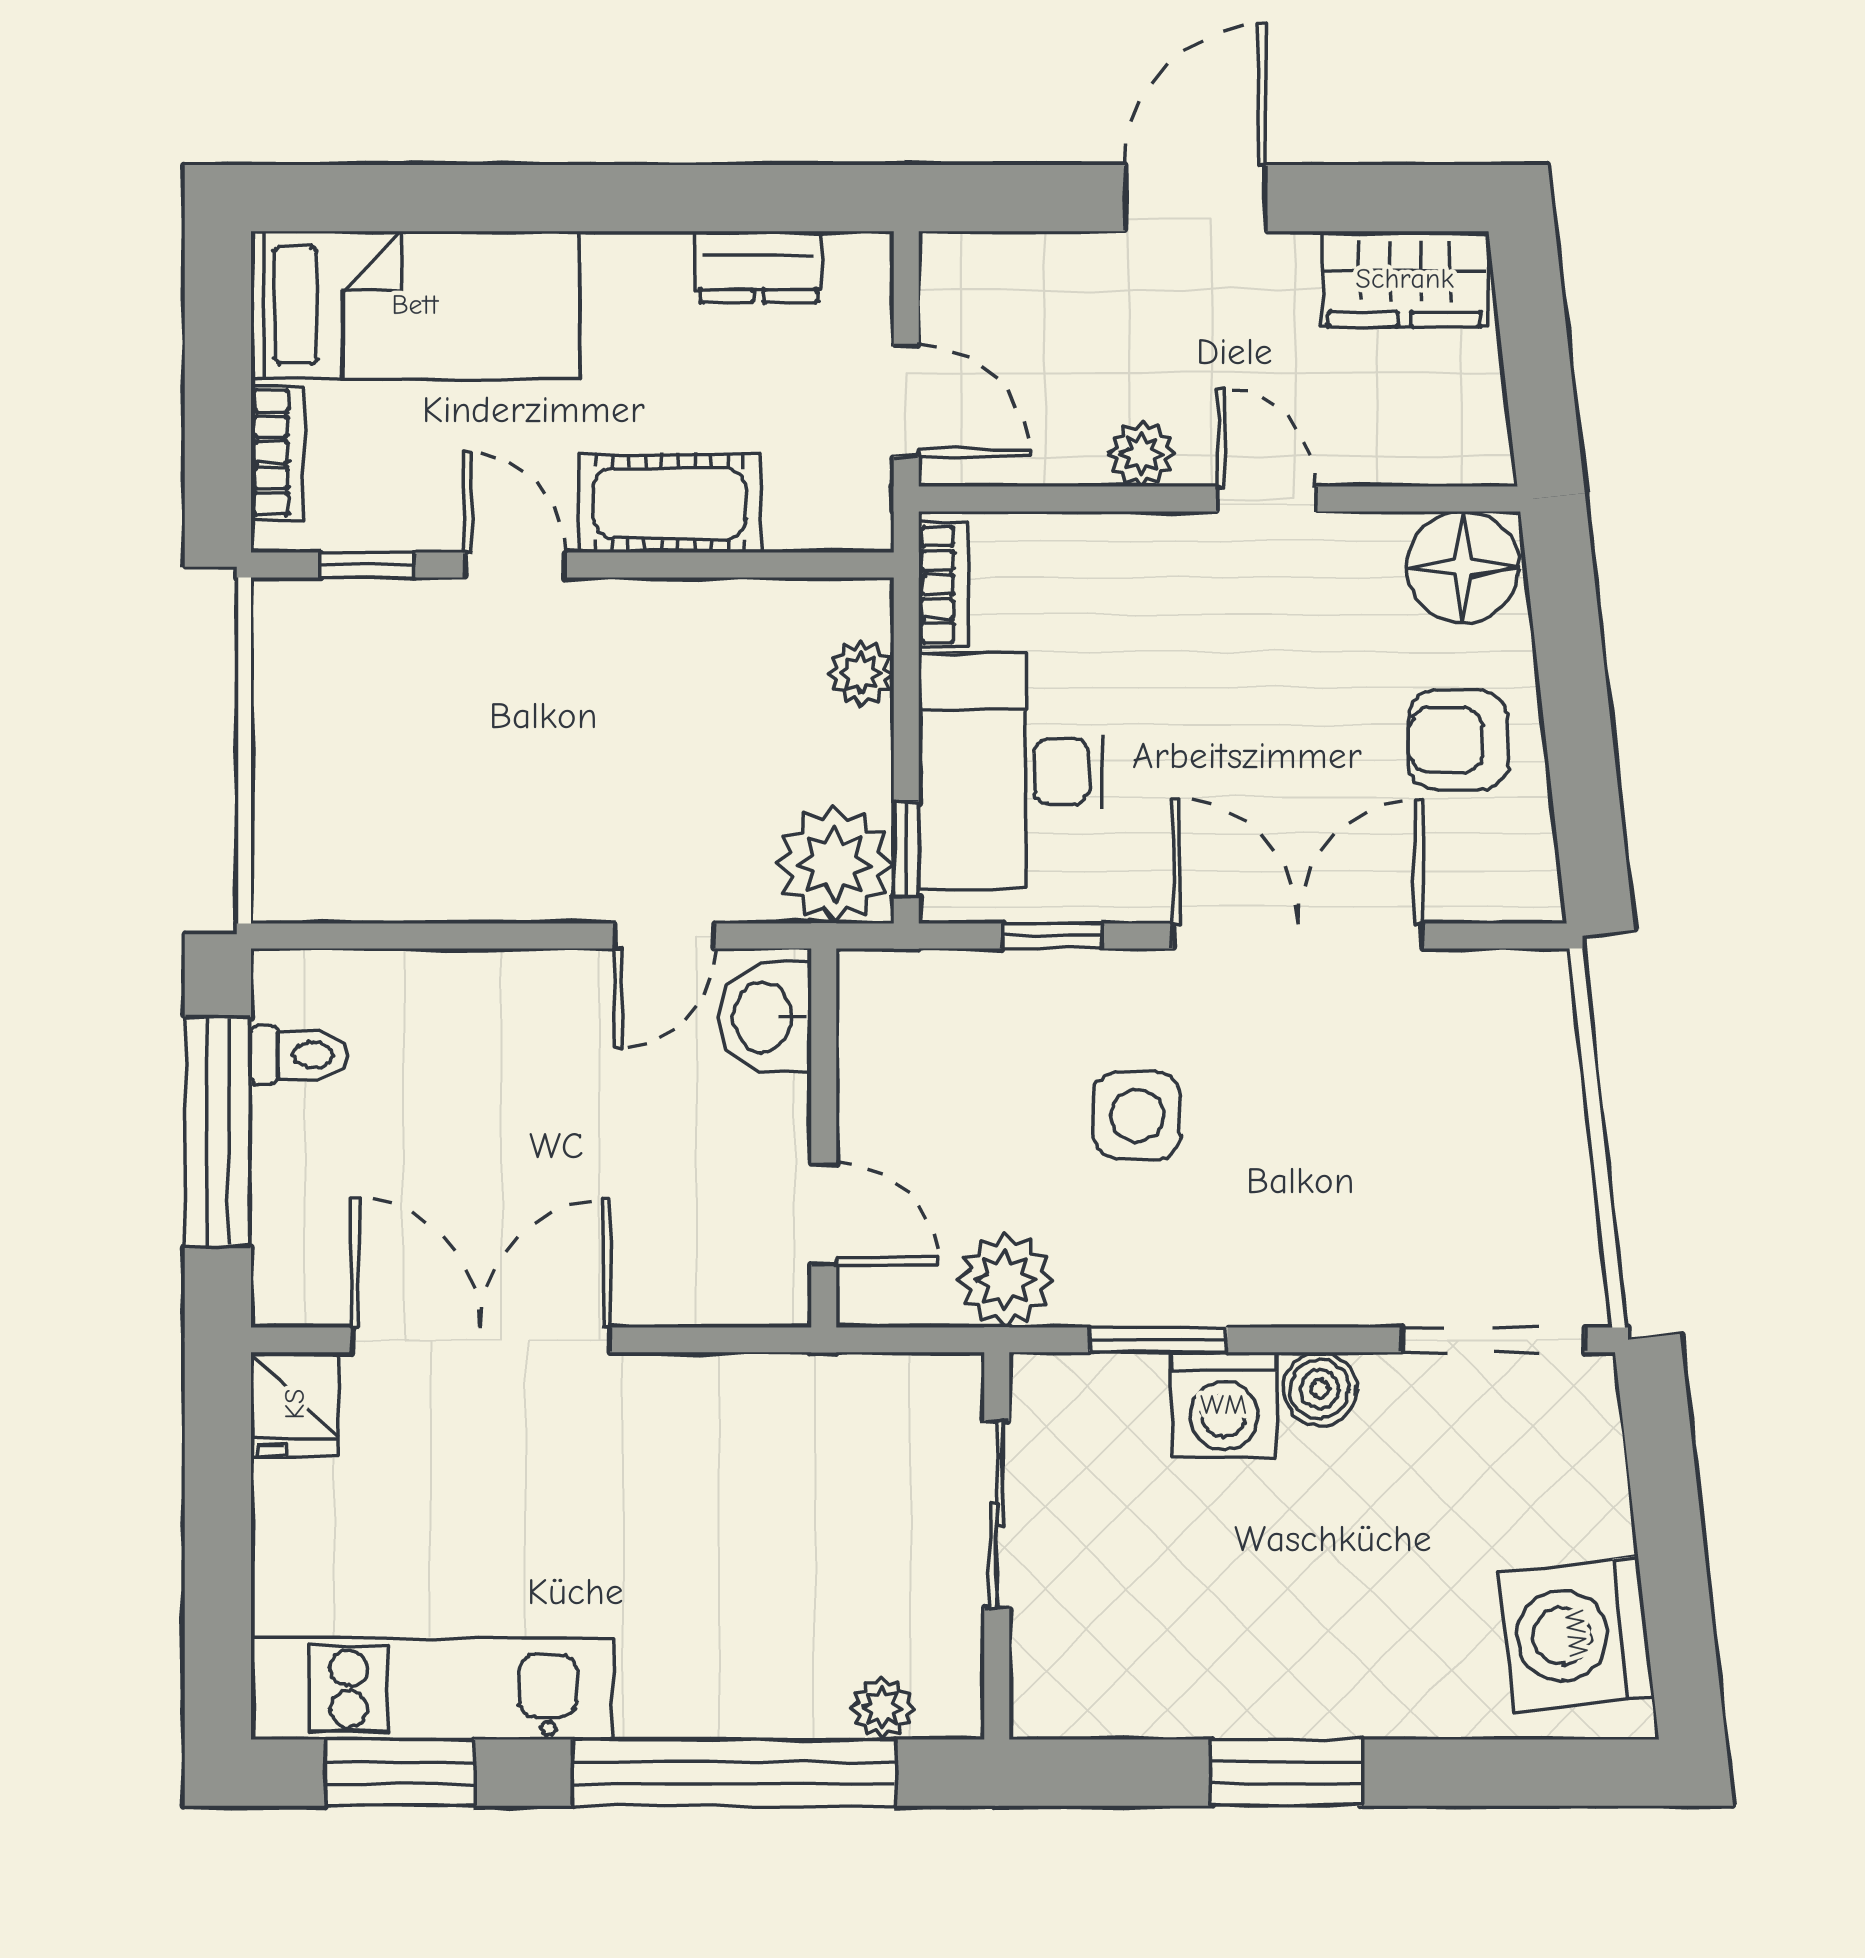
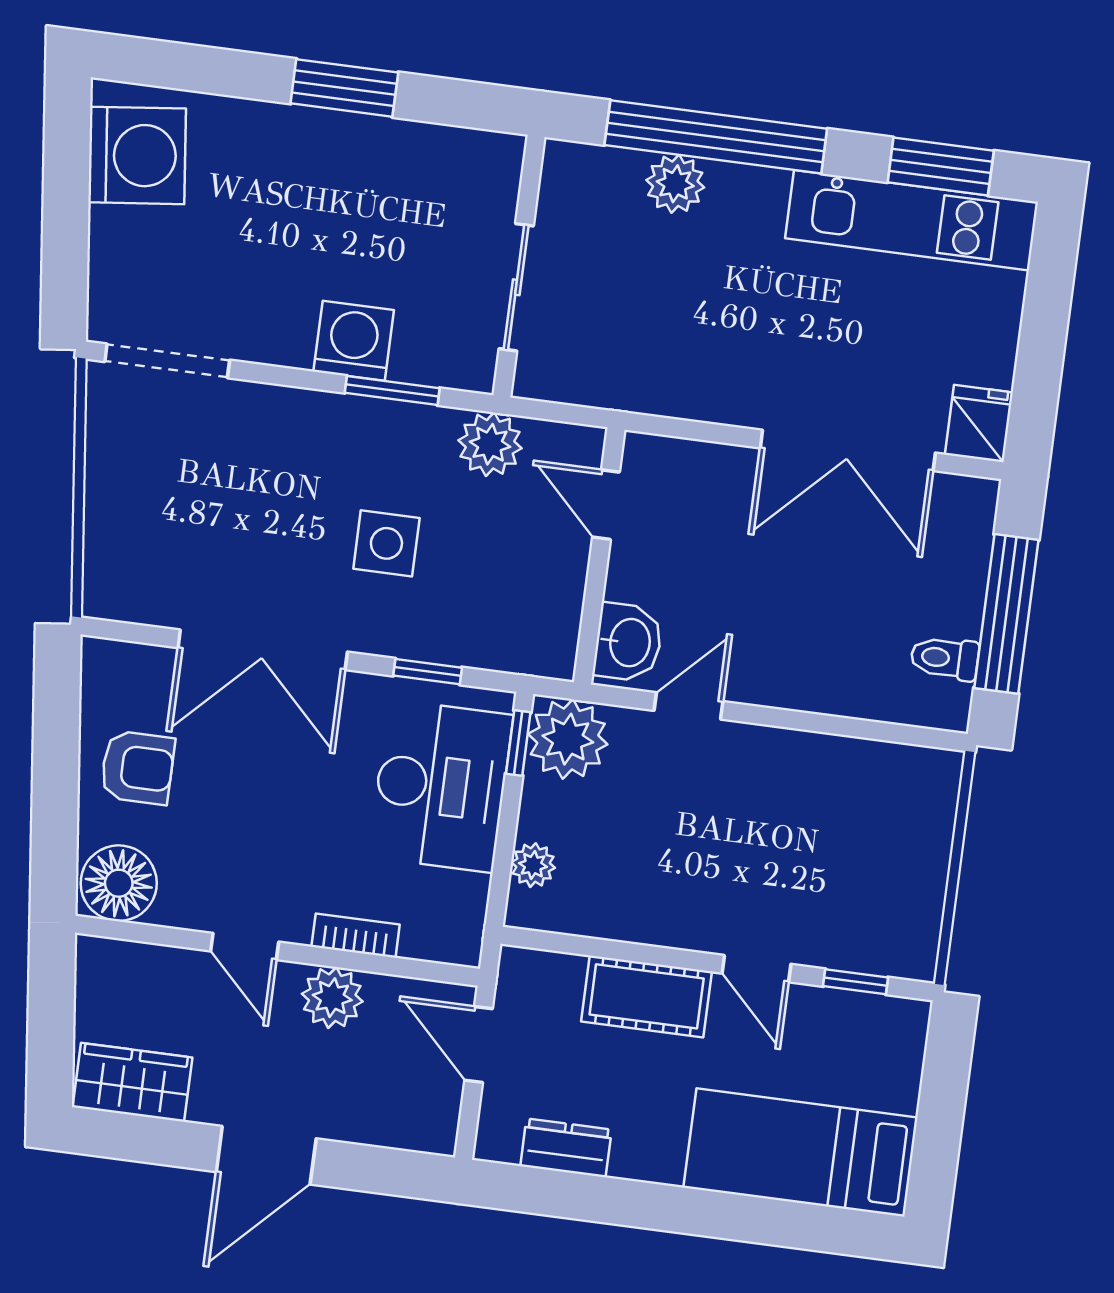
bookcase: (278, 452) -> (906, 1065), removed
plant: (1141, 454) -> (332, 998), width x1.38, depth x1.38
bookcase: (943, 585) -> (356, 936), moved, turned 90
boiler: (1320, 1389) -> (288, 343), removed
plant: (882, 1708) -> (675, 184), moved, width x1.38, depth x1.38

